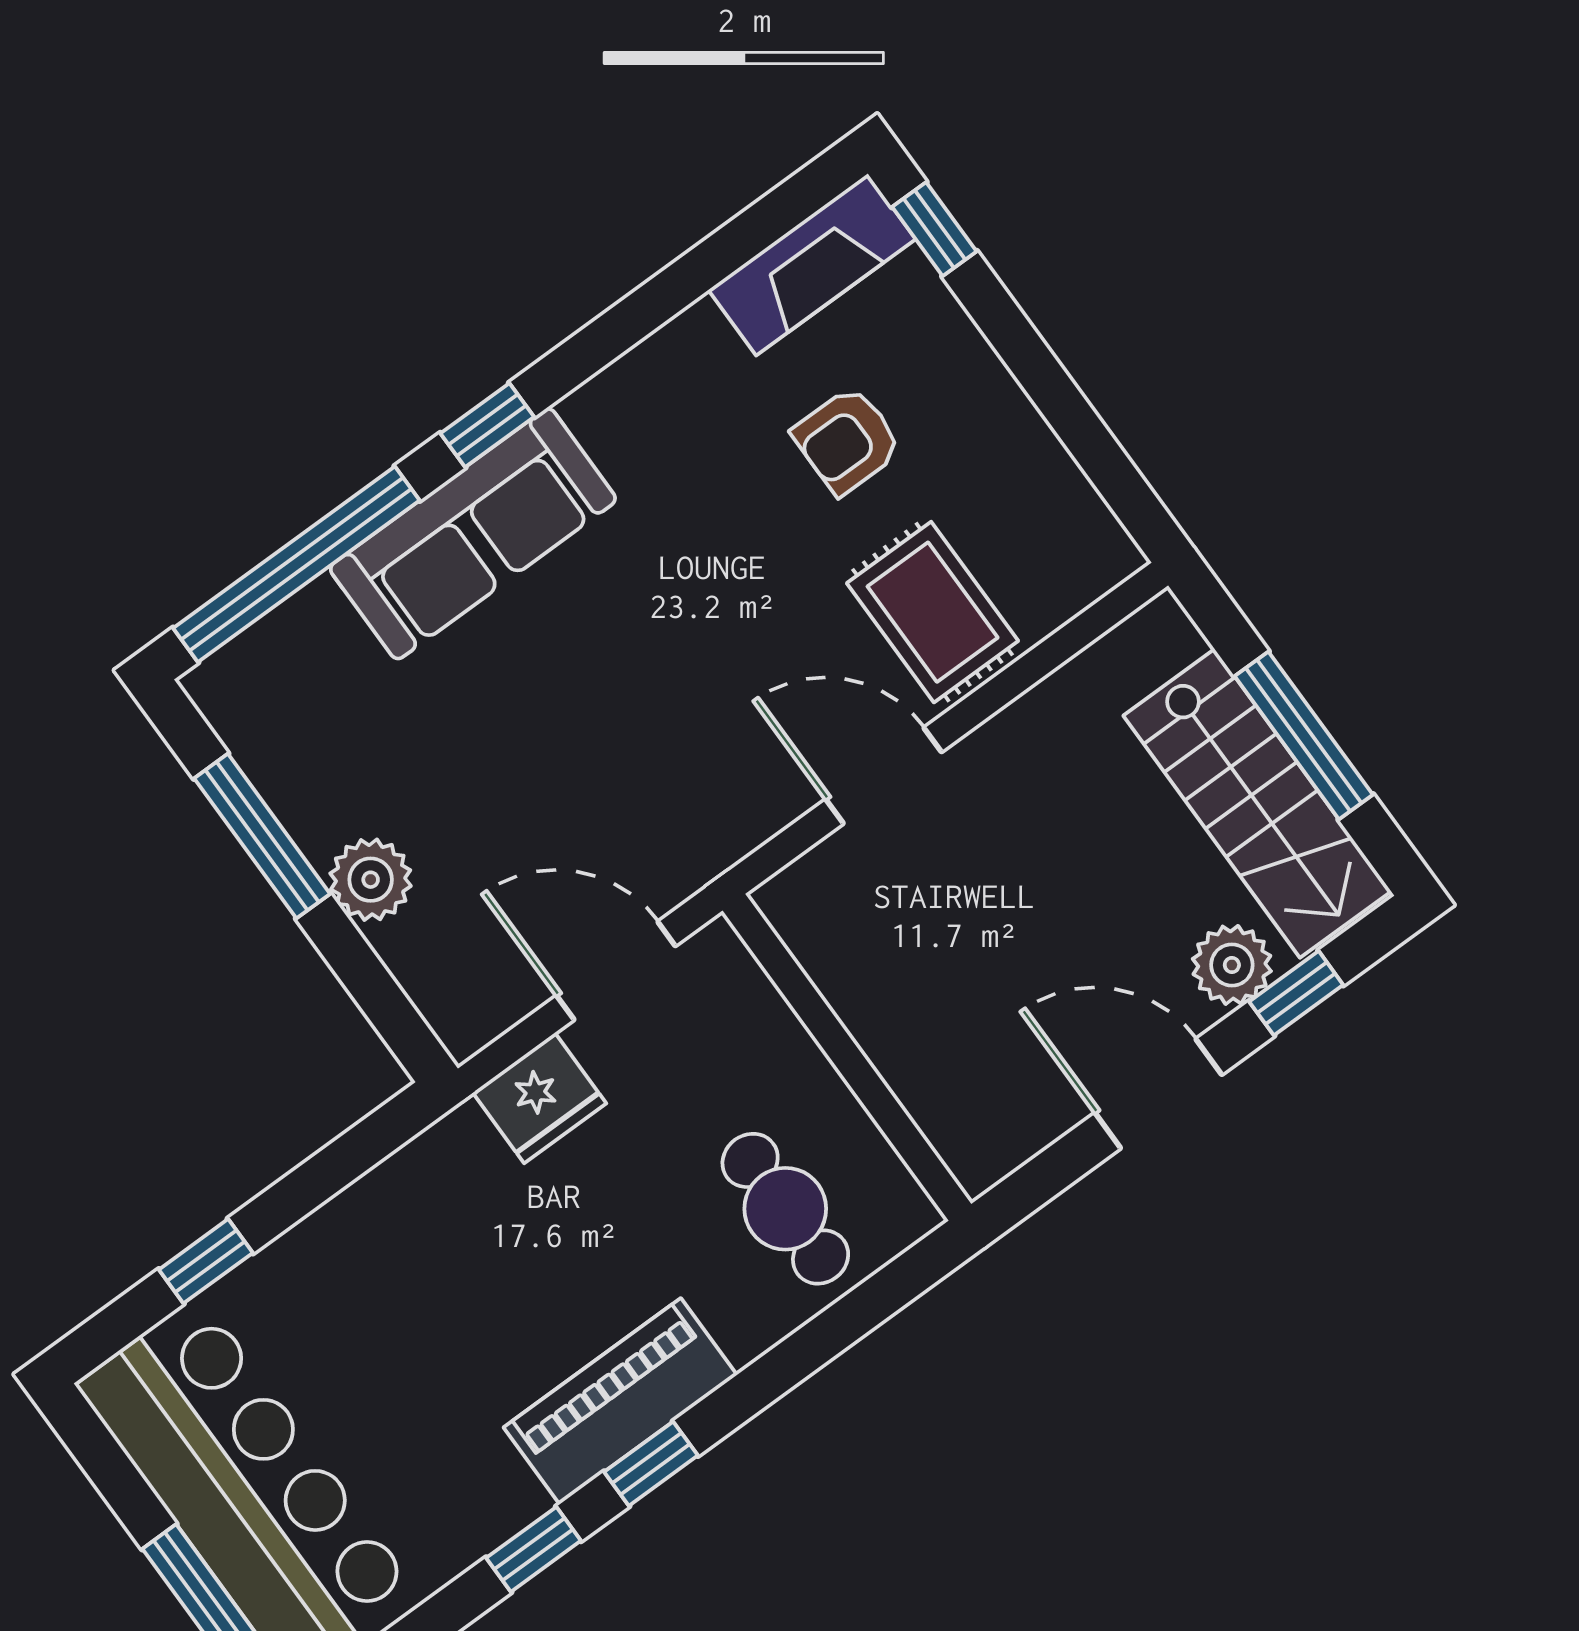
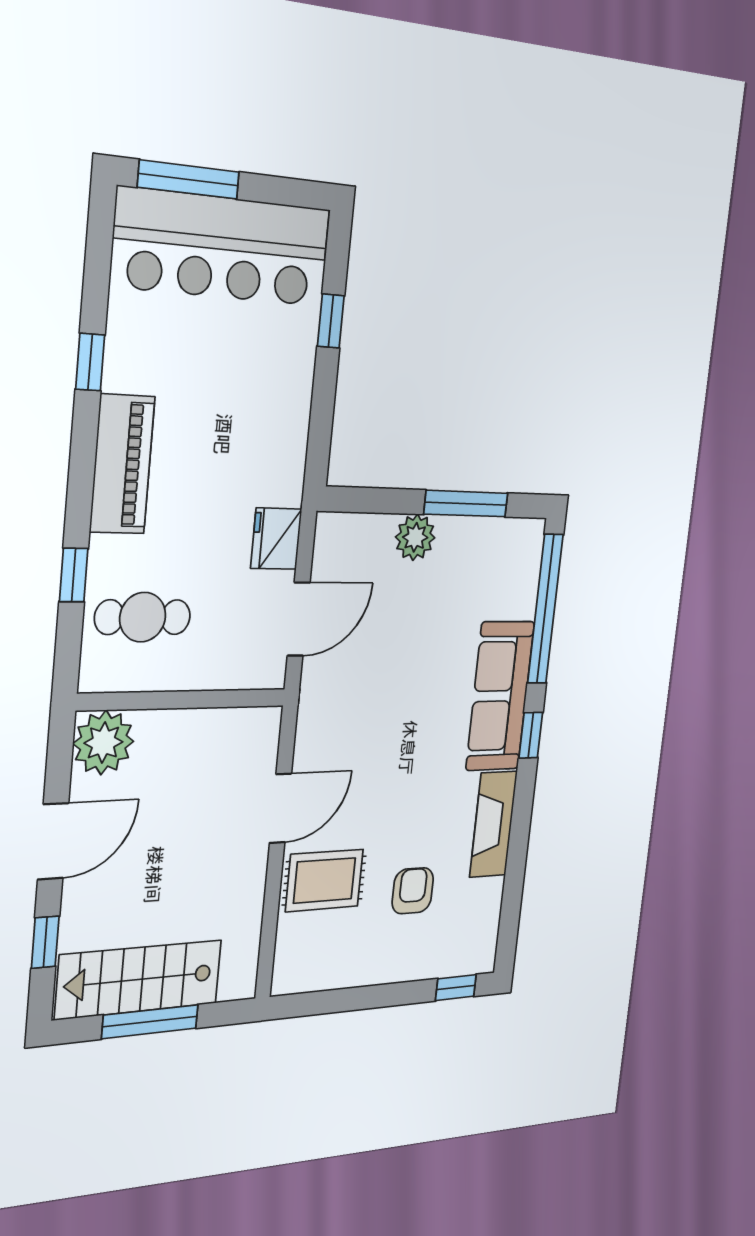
fireplace: (812, 265) -> (493, 824), moved
plant: (1232, 965) -> (103, 743), moved, width x1.36, depth x1.36
window: (651, 1464) -> (74, 575), moved

